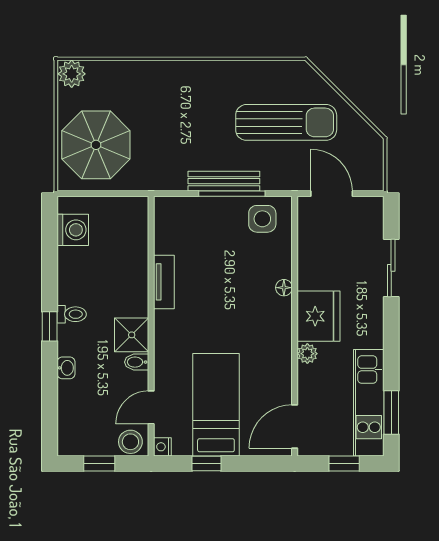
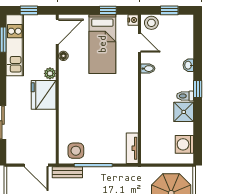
bench: (224, 181) -> (67, 172), moved, width x0.73
tv unit: (164, 282) -> (132, 148), moved
floor lamp: (284, 288) -> (63, 56), moved
shower: (132, 335) -> (184, 112), moved
door: (151, 407) -> (140, 43), hinge flipped

